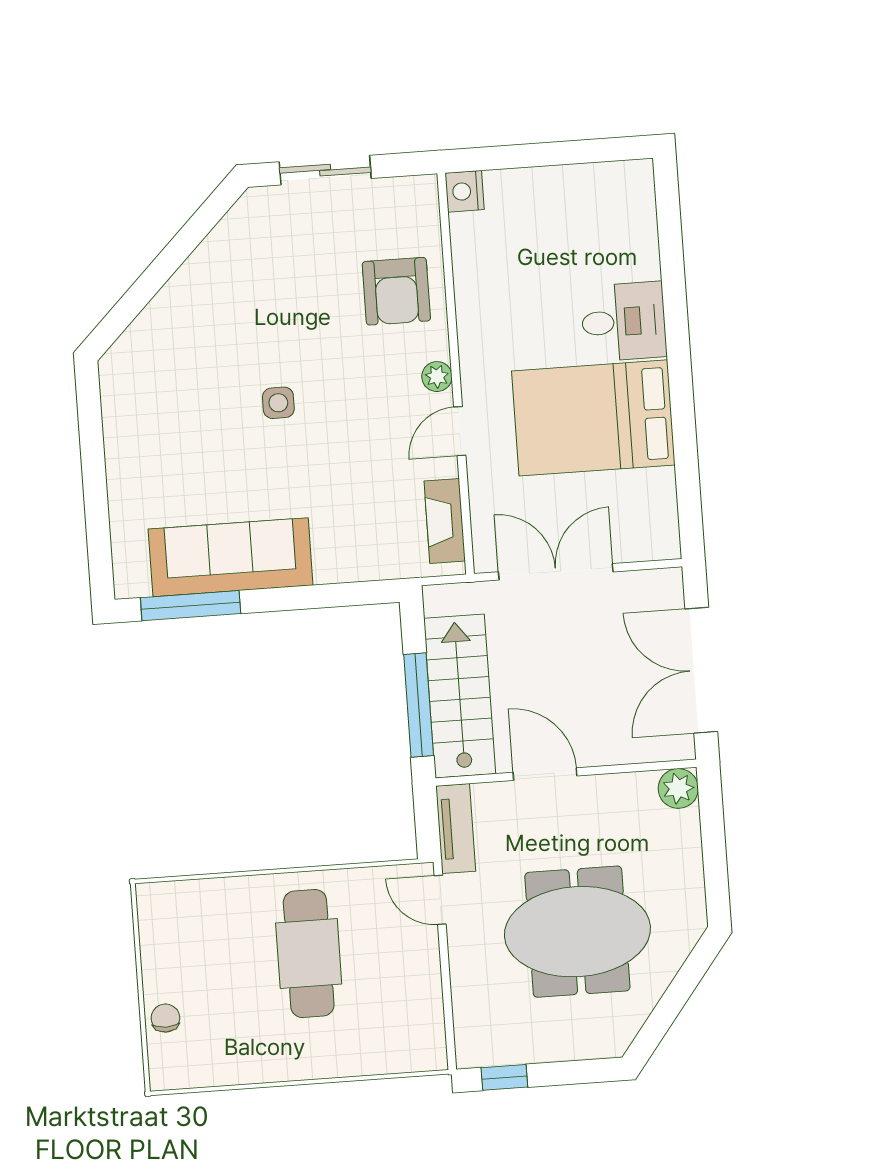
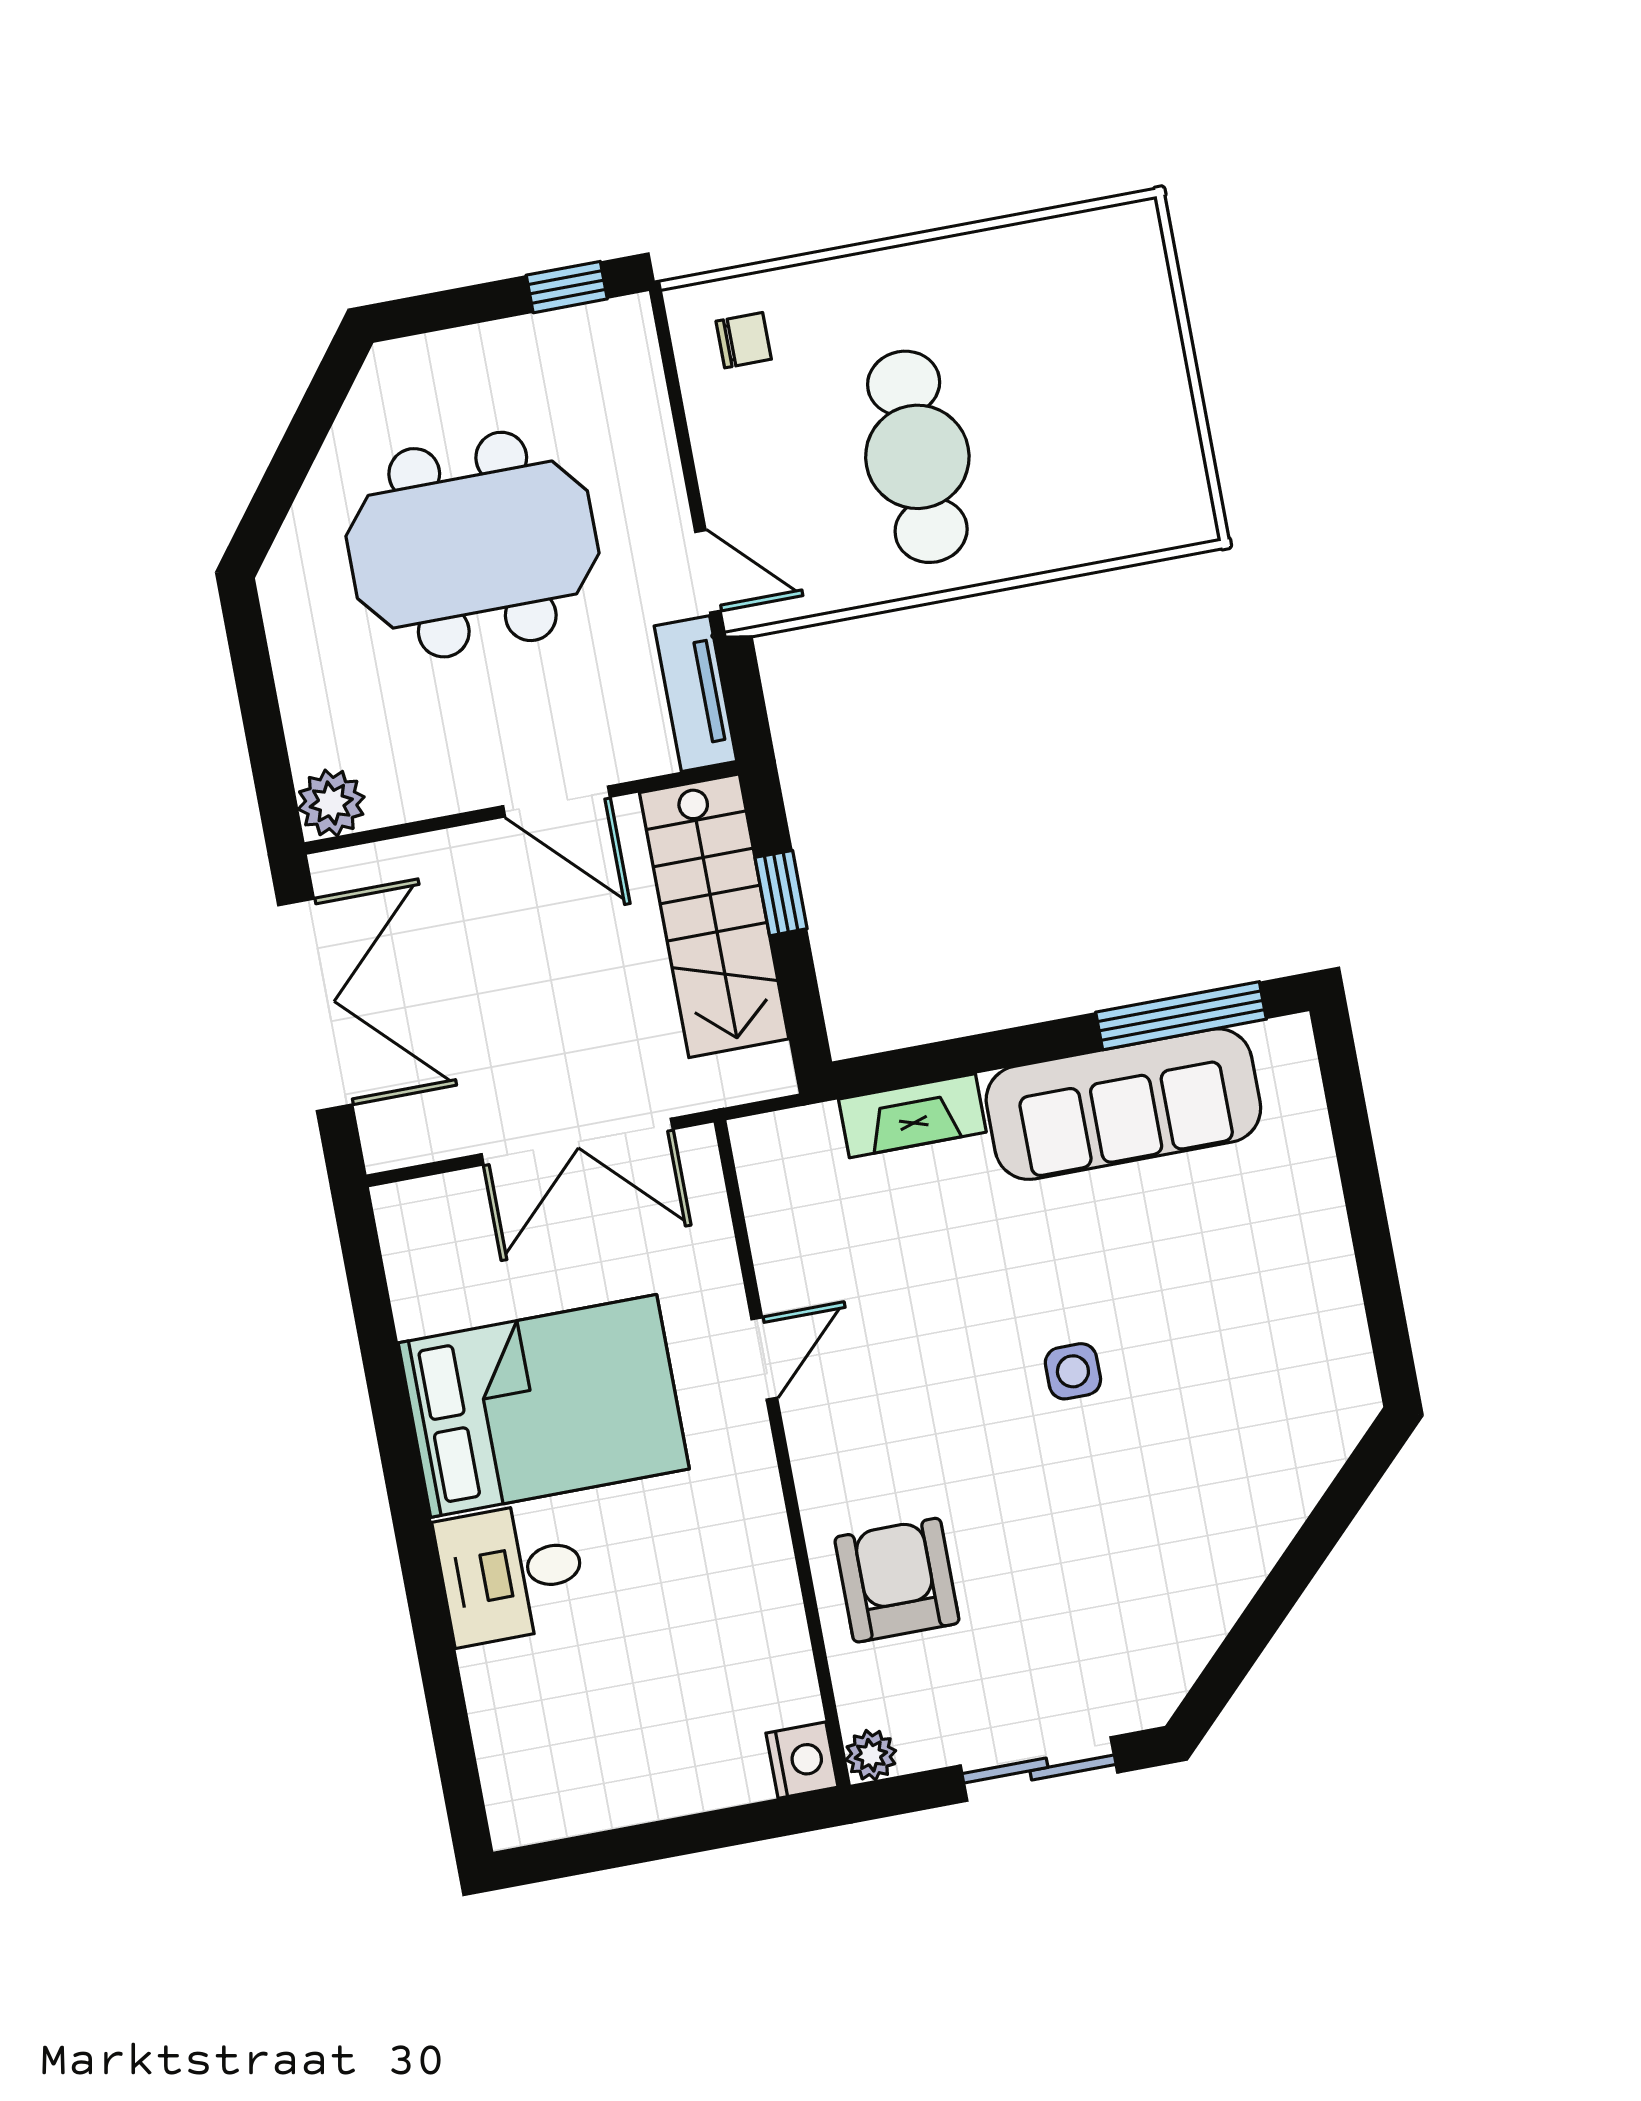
plant: (437, 377) -> (871, 1755), moved
fireplace: (445, 521) -> (912, 1116), moved, turned 90
window: (419, 705) -> (781, 893), width x0.46
chair: (165, 1018) -> (744, 340), moved, turned -90

